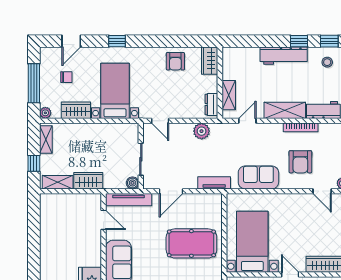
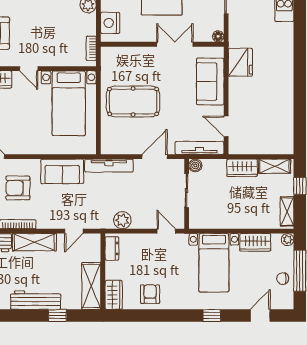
window: (299, 41) -> (57, 316), moved
chair: (66, 77) -> (283, 279), moved
shelving: (229, 95) -> (91, 286), moved, width x1.50, depth x1.33
armchair: (300, 162) -> (18, 188), turned -90
tv unit: (214, 183) -> (109, 166), width x1.41

